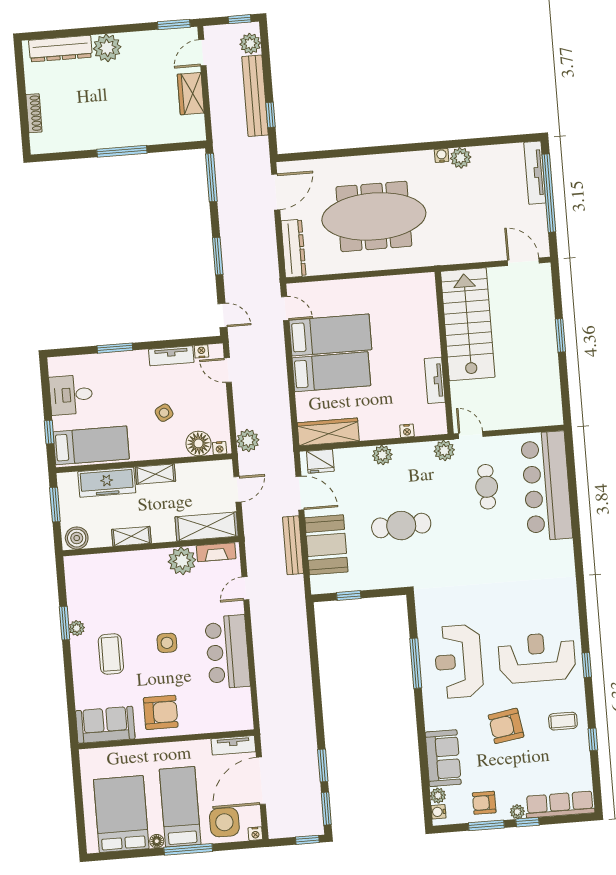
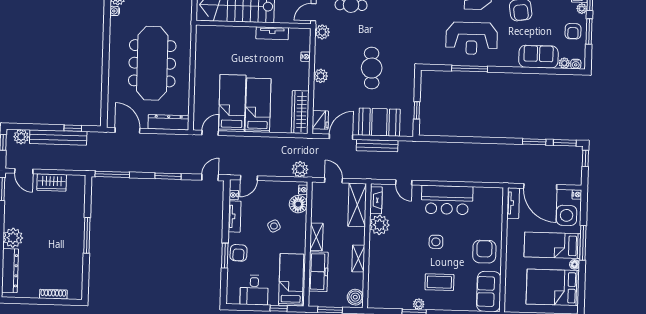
armchair: (121, 367) -> (239, 253), added

